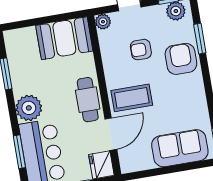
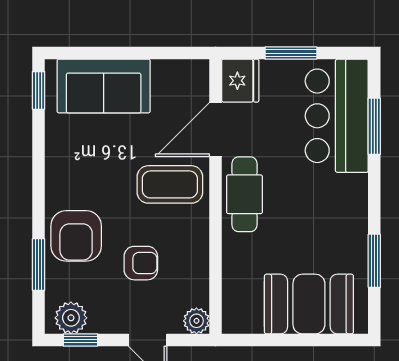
booth: (64, 38) -> (309, 304), moved
plant: (29, 108) -> (346, 197), removed

